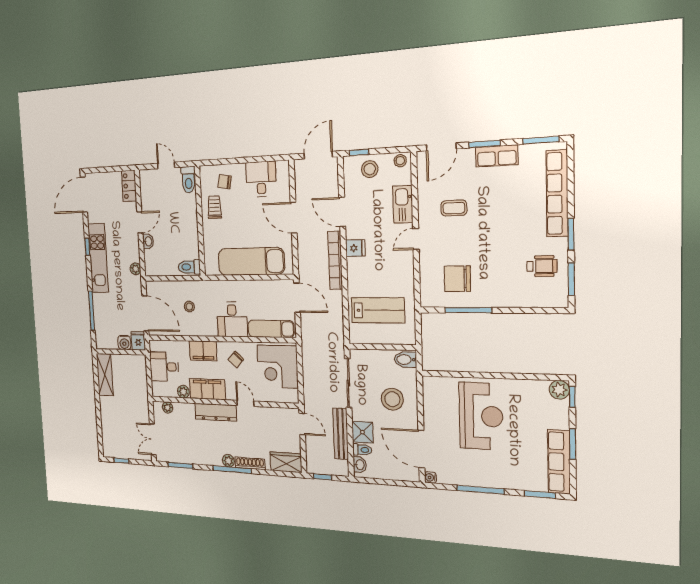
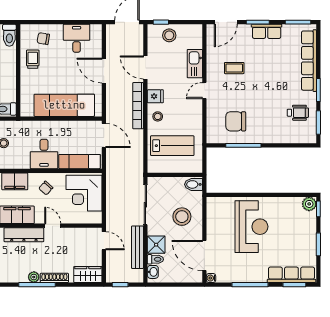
stool: (400, 161) -> (158, 116), moved
row of seats: (559, 462) -> (291, 275), moved, turned 90

